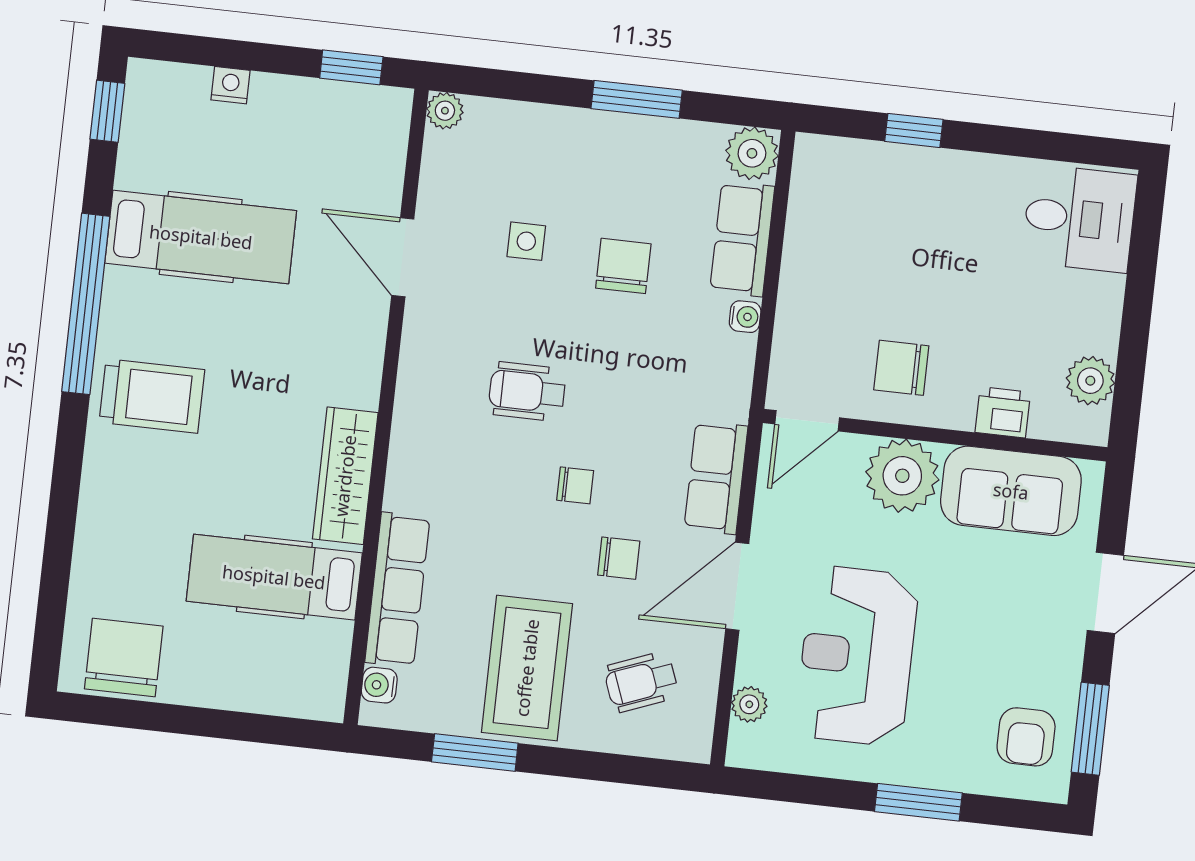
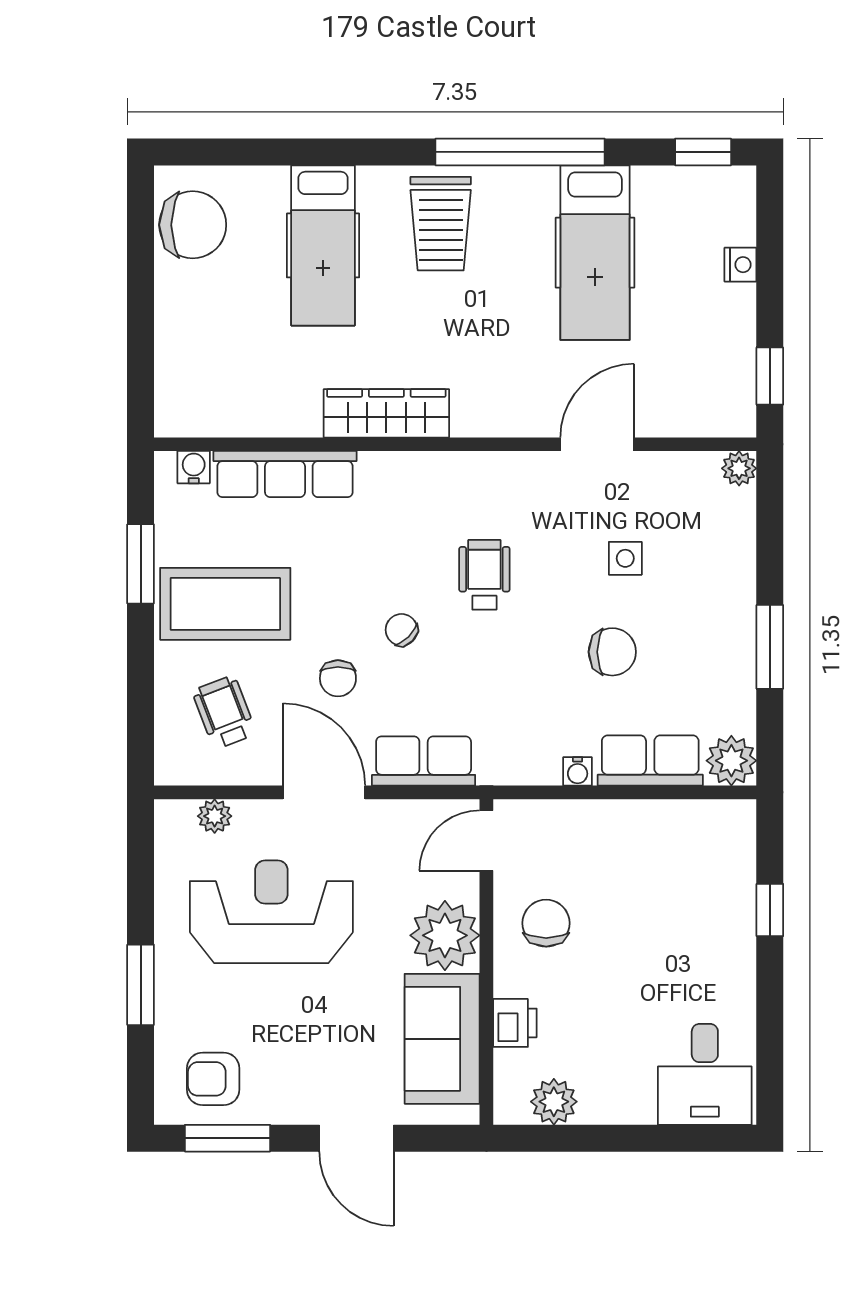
door: (807, 421) -> (486, 840), hinge flipped
chair: (575, 485) -> (401, 630), turned 135
hospital bed: (274, 577) -> (323, 245), moved, turned 180

